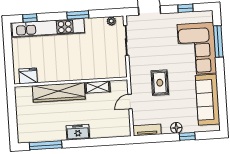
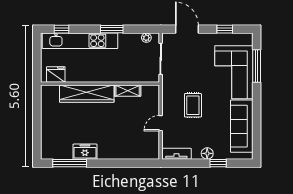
fridge: (28, 76) -> (56, 74), moved
wall: (71, 82) -> (100, 84), moved
shelving: (98, 87) -> (128, 91), moved
wardrobe: (59, 92) -> (87, 94), moved
freezer: (78, 132) -> (85, 152), moved

